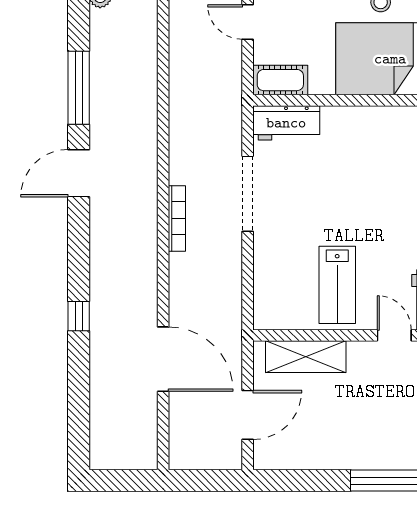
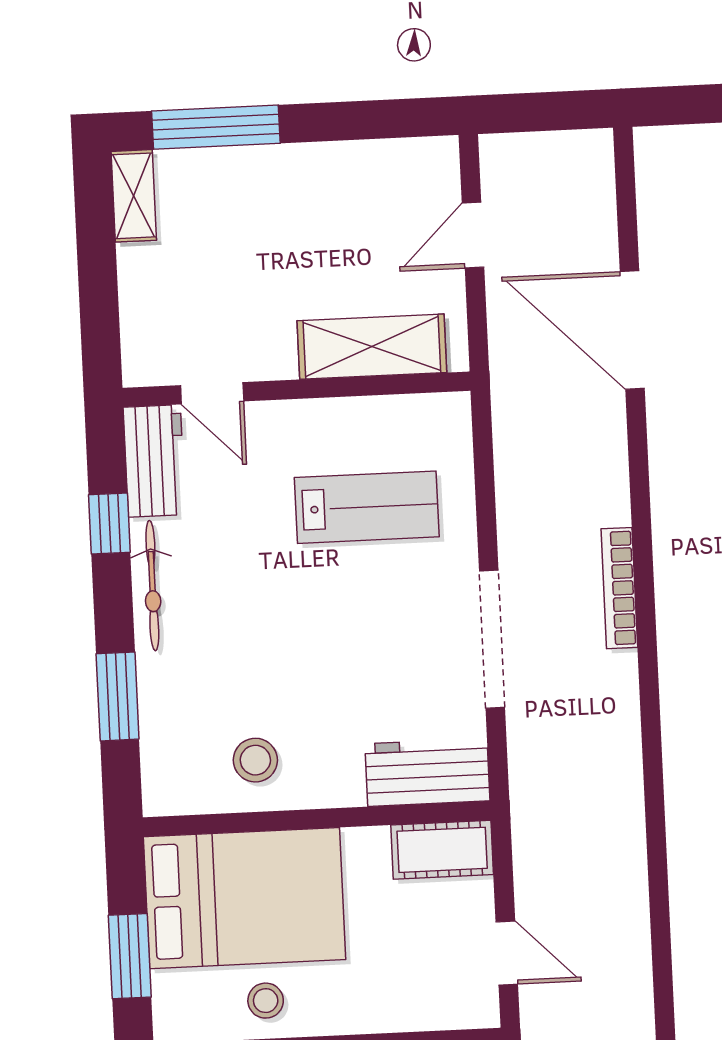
stool: (380, 134) -> (255, 760), added
lab bench: (337, 285) -> (367, 507), moved, turned 90
door: (248, 415) -> (473, 235), width x0.73

